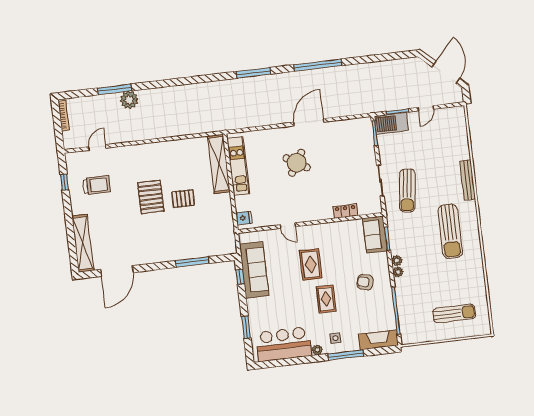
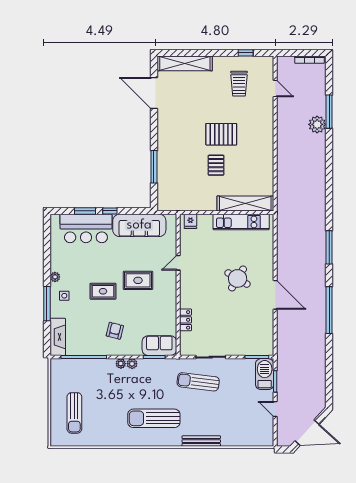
window: (240, 277) -> (110, 211), moved
bar counter: (284, 344) -> (86, 228), moved, turned 90

